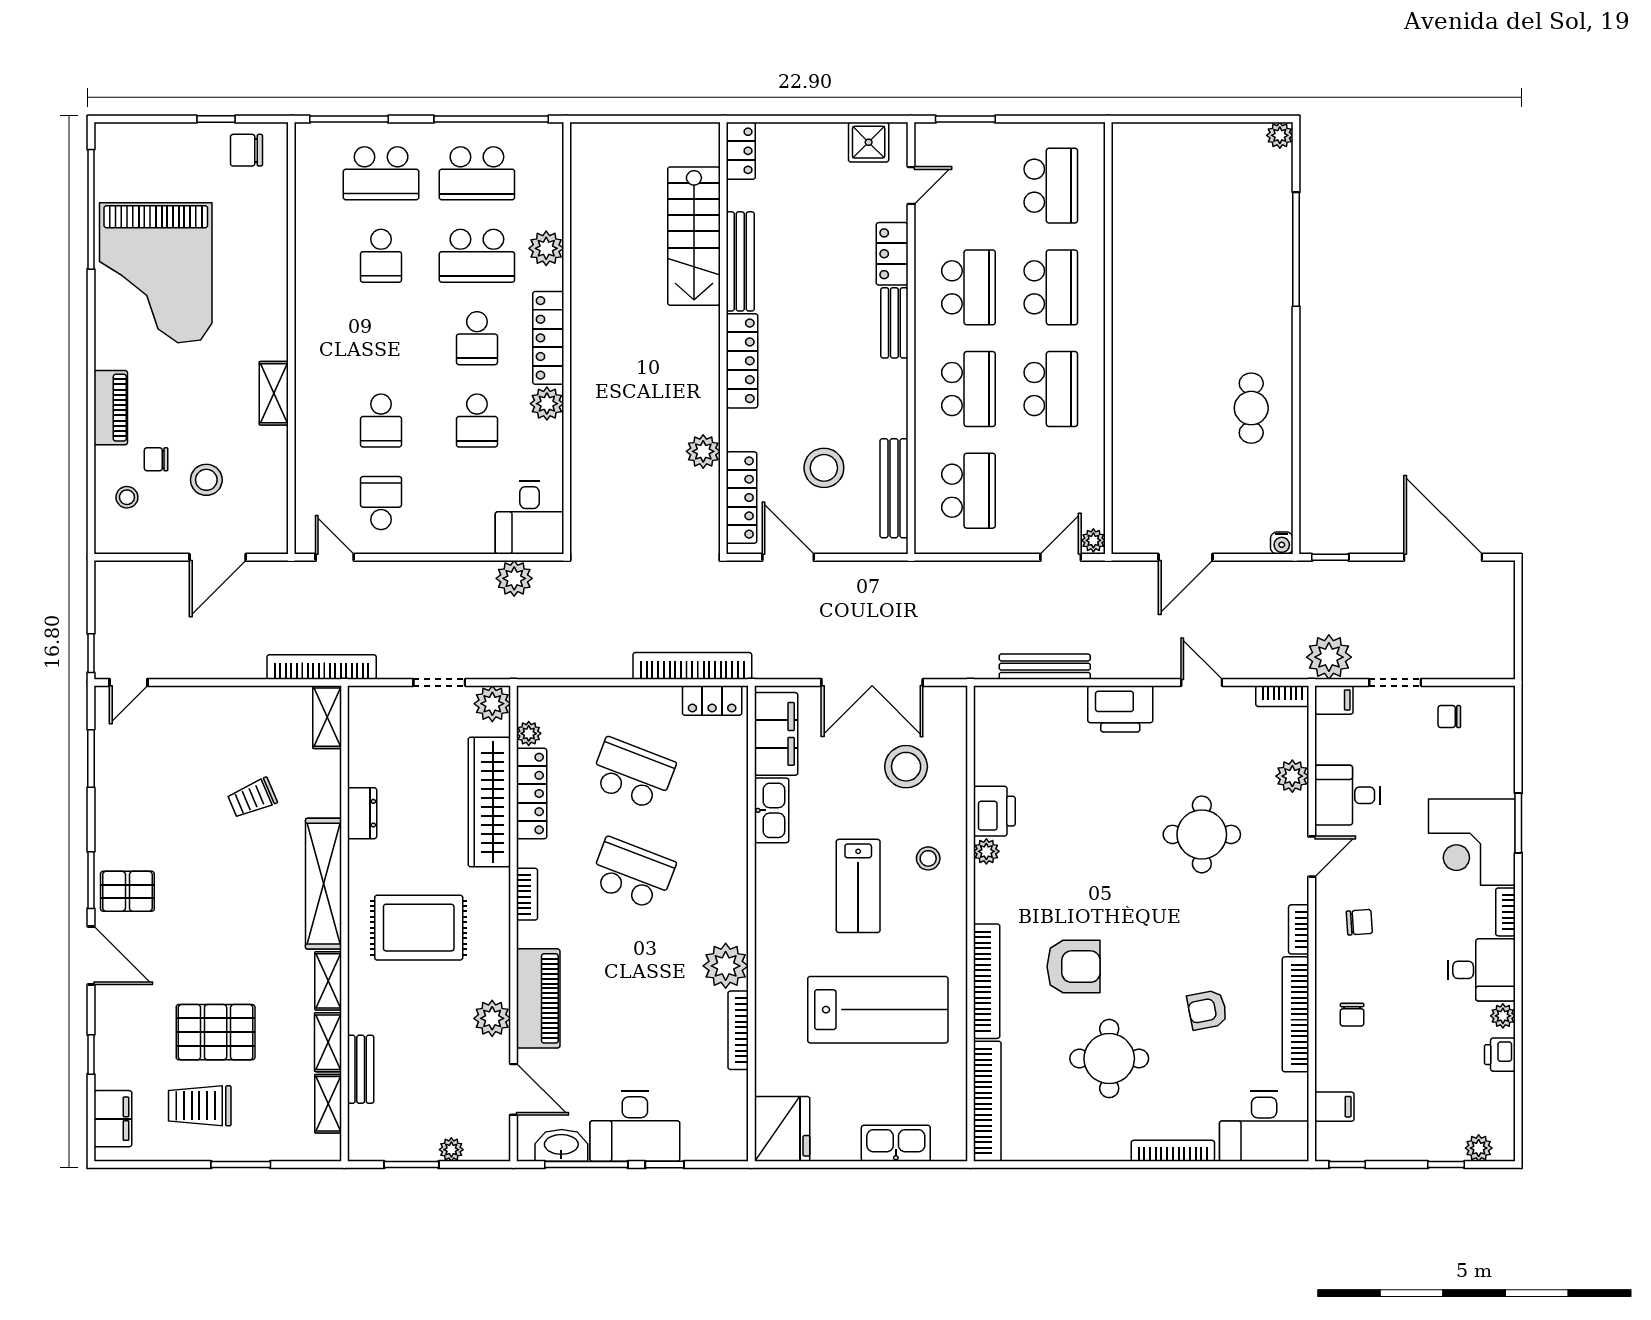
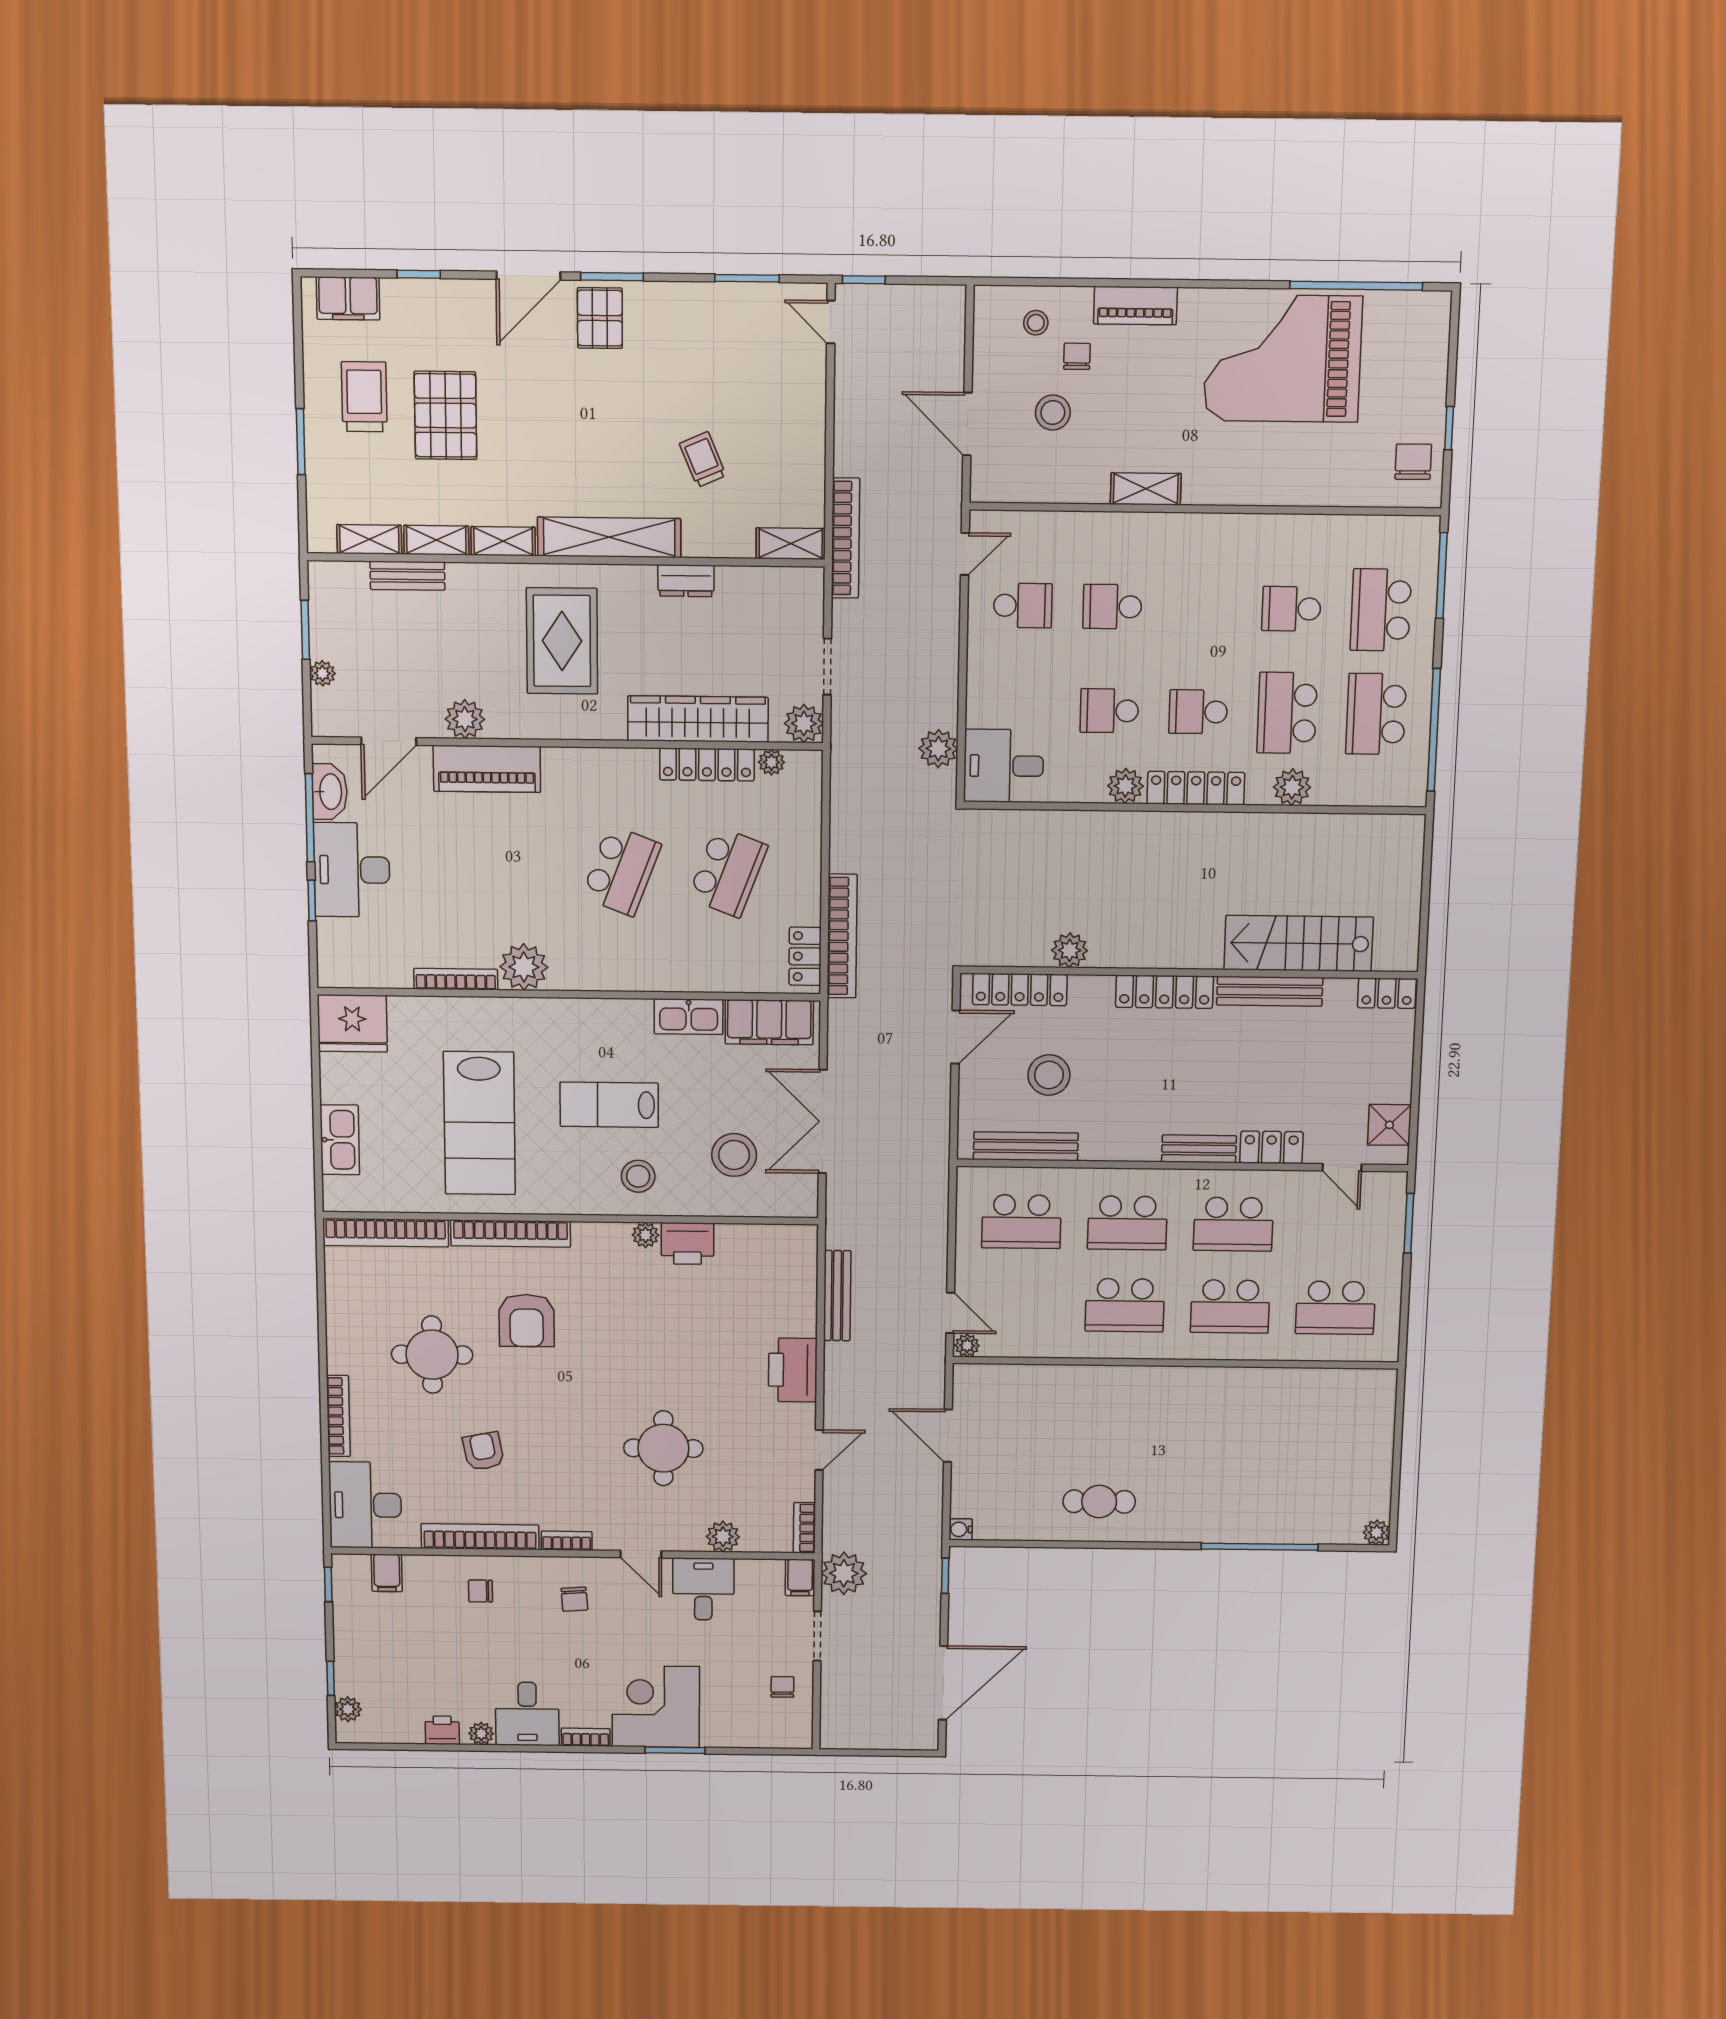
stool: (928, 858) -> (638, 1176), width x1.37, depth x1.37
bookcase: (527, 894) -> (599, 758), removed

